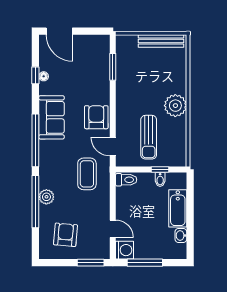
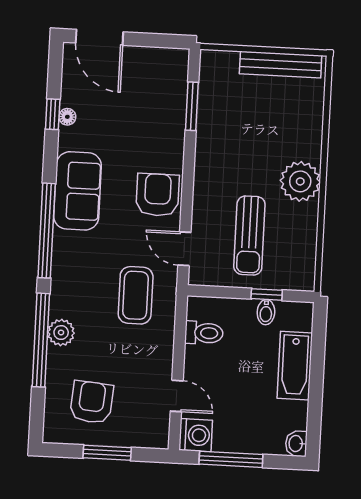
toilet: (126, 180) -> (204, 333), moved
washbasin: (181, 235) -> (296, 444), moved
window: (91, 263) -> (107, 453), moved

